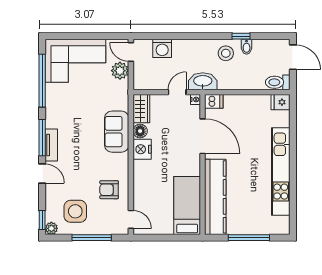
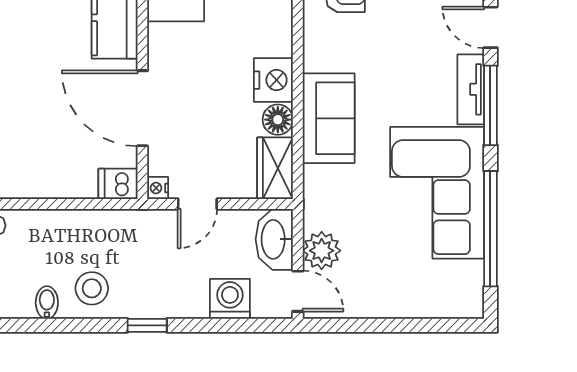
window: (241, 36) -> (147, 325), moved
corner sofa: (75, 61) -> (437, 193), moved, turned -90
washbasin: (203, 81) -> (274, 239), moved, turned 90

